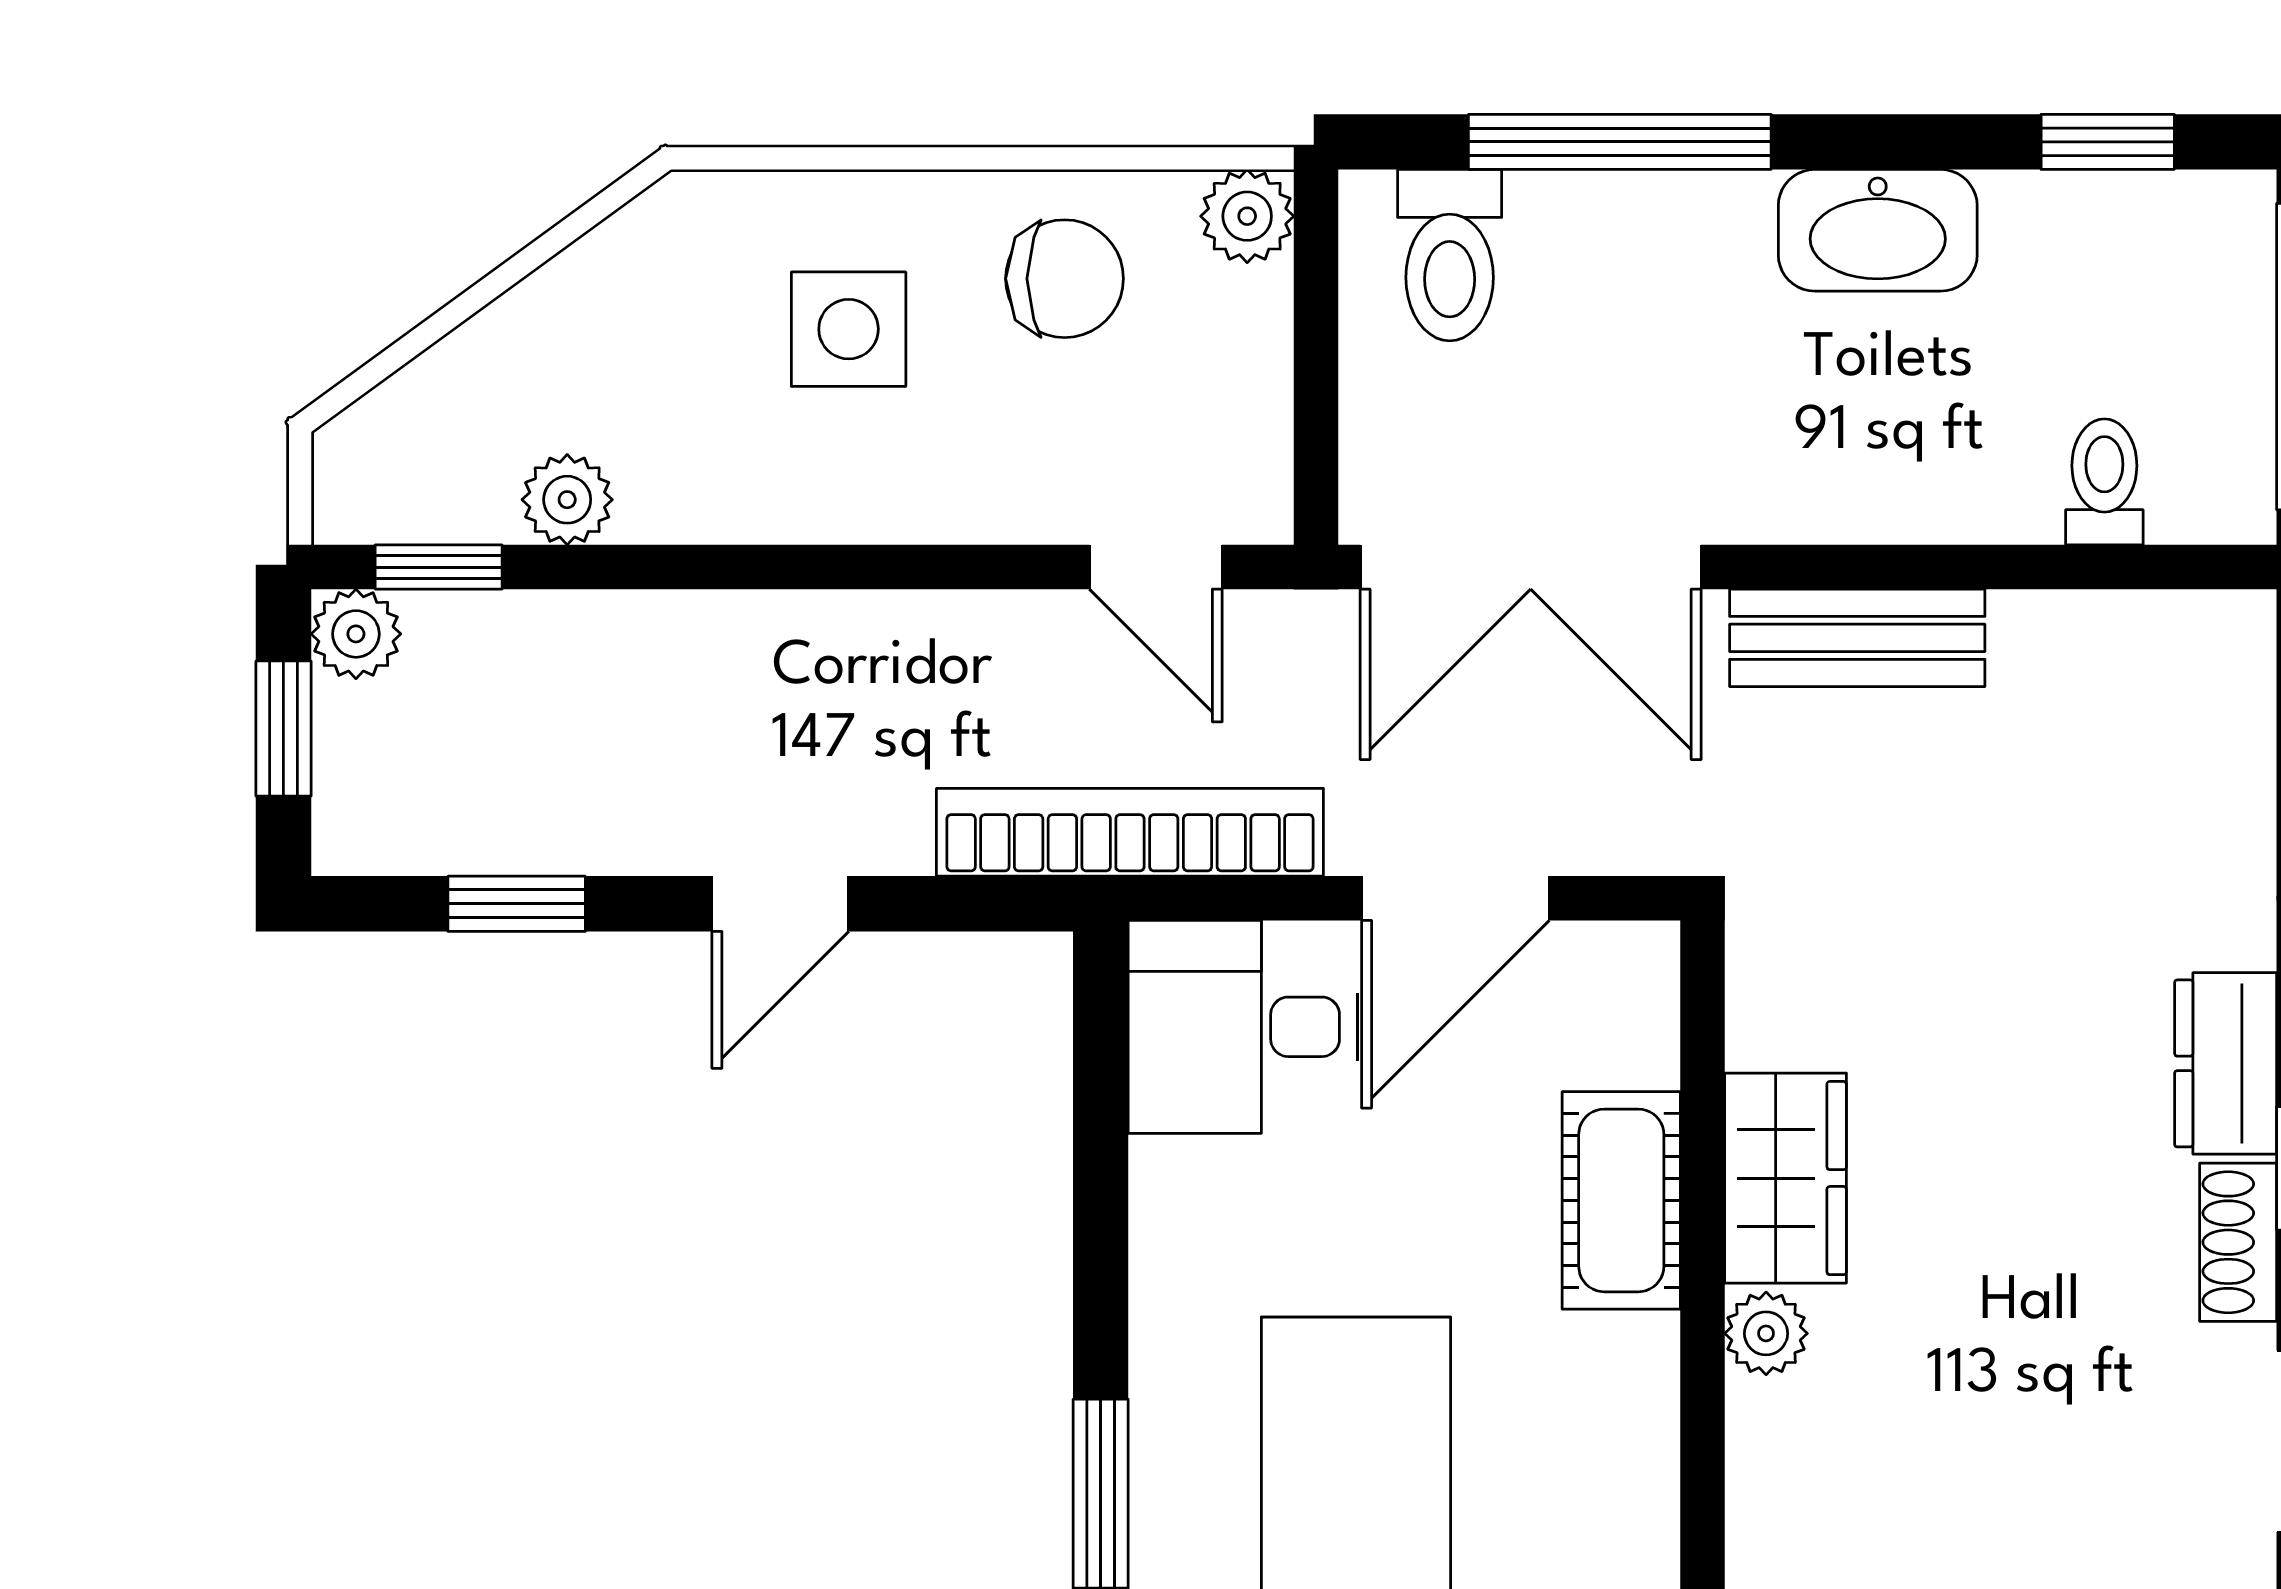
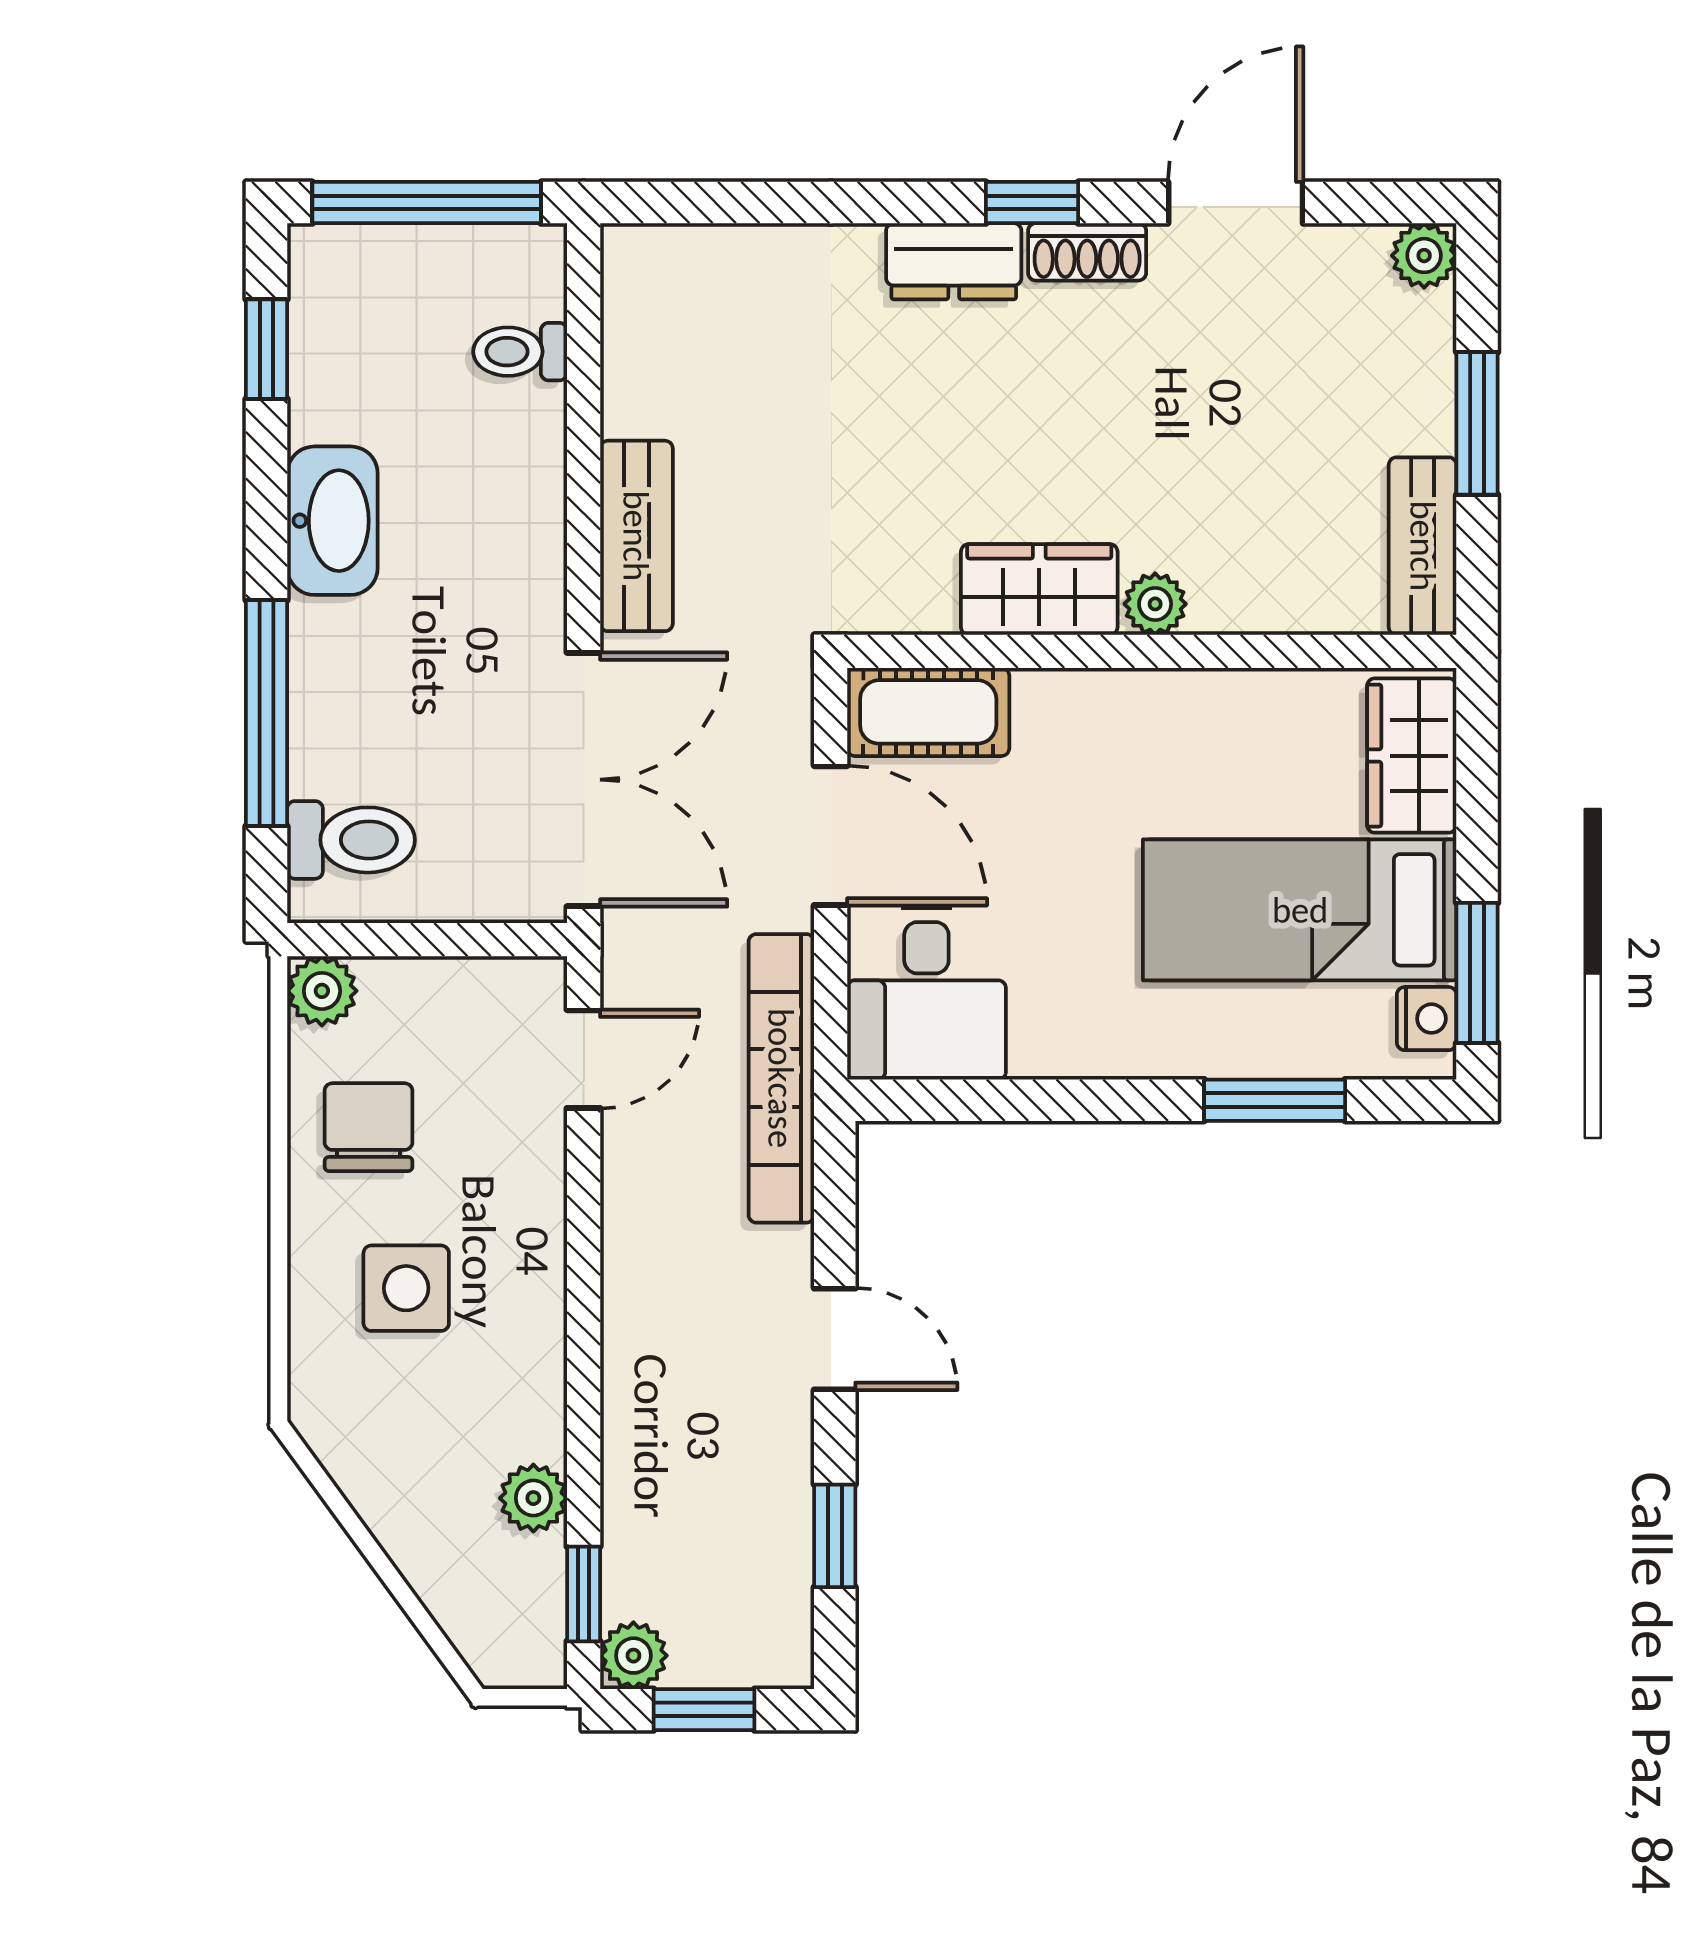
cot: (1621, 1200) -> (928, 712), moved

